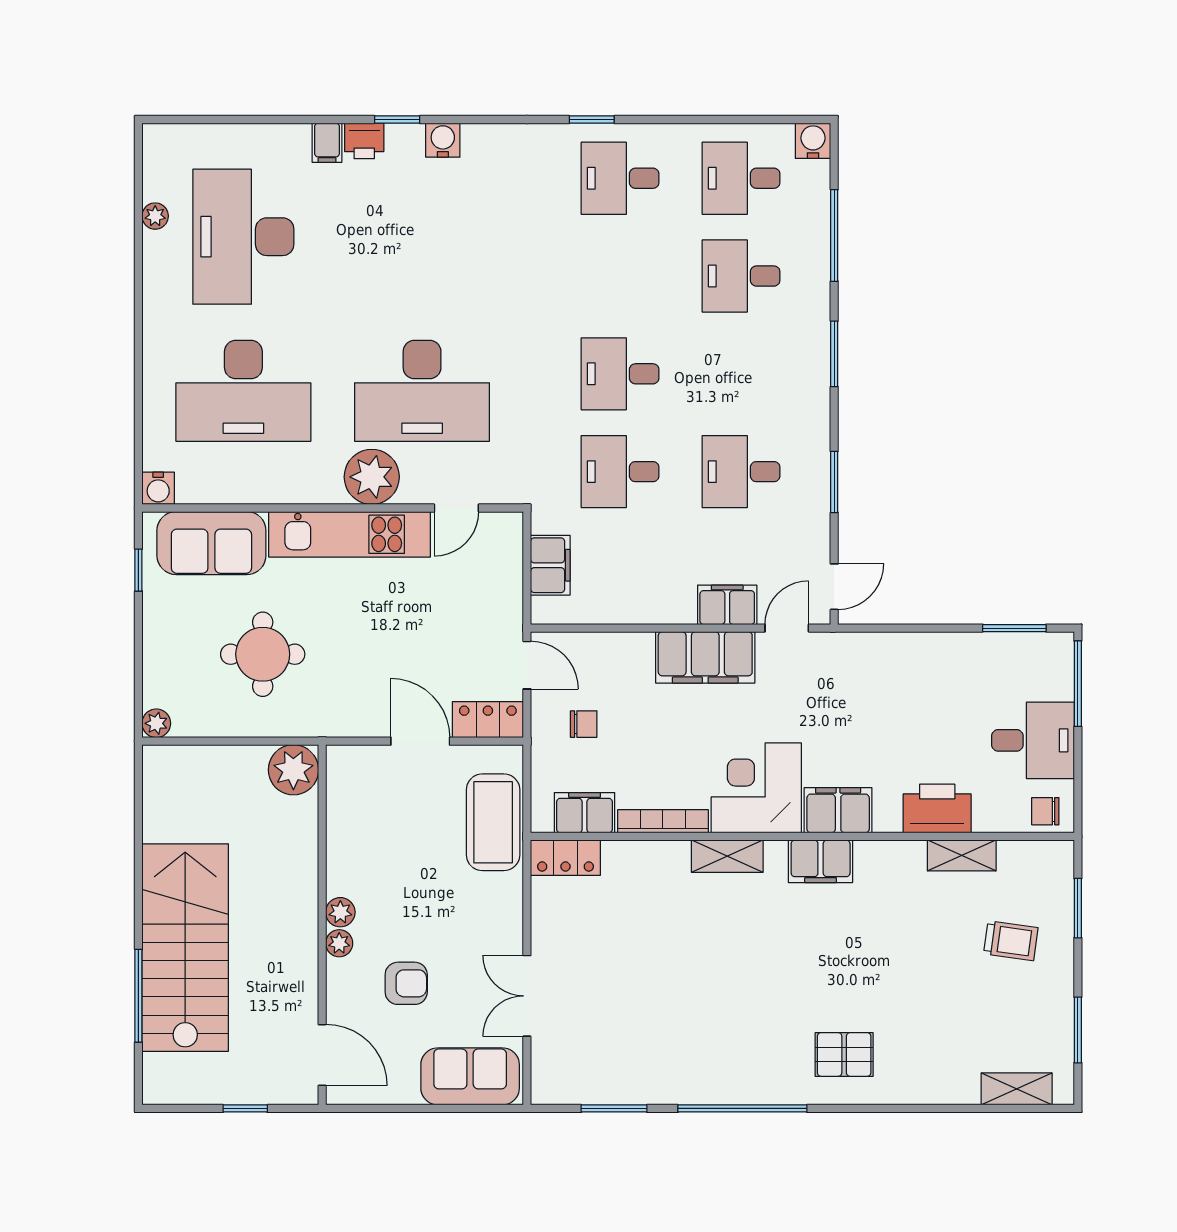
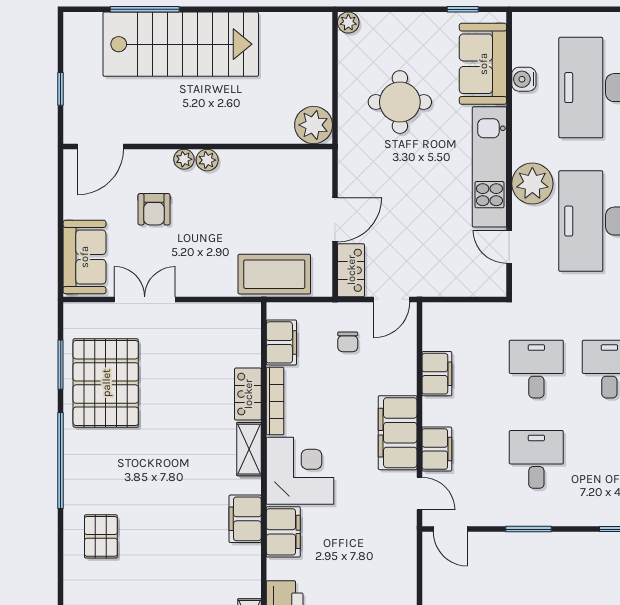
water cooler: (158, 488) -> (524, 79), moved
filing cabinet: (550, 565) -> (437, 374), moved, turned -90
locker: (565, 858) -> (248, 394), moved
pallet: (639, 1048) -> (106, 383), added

